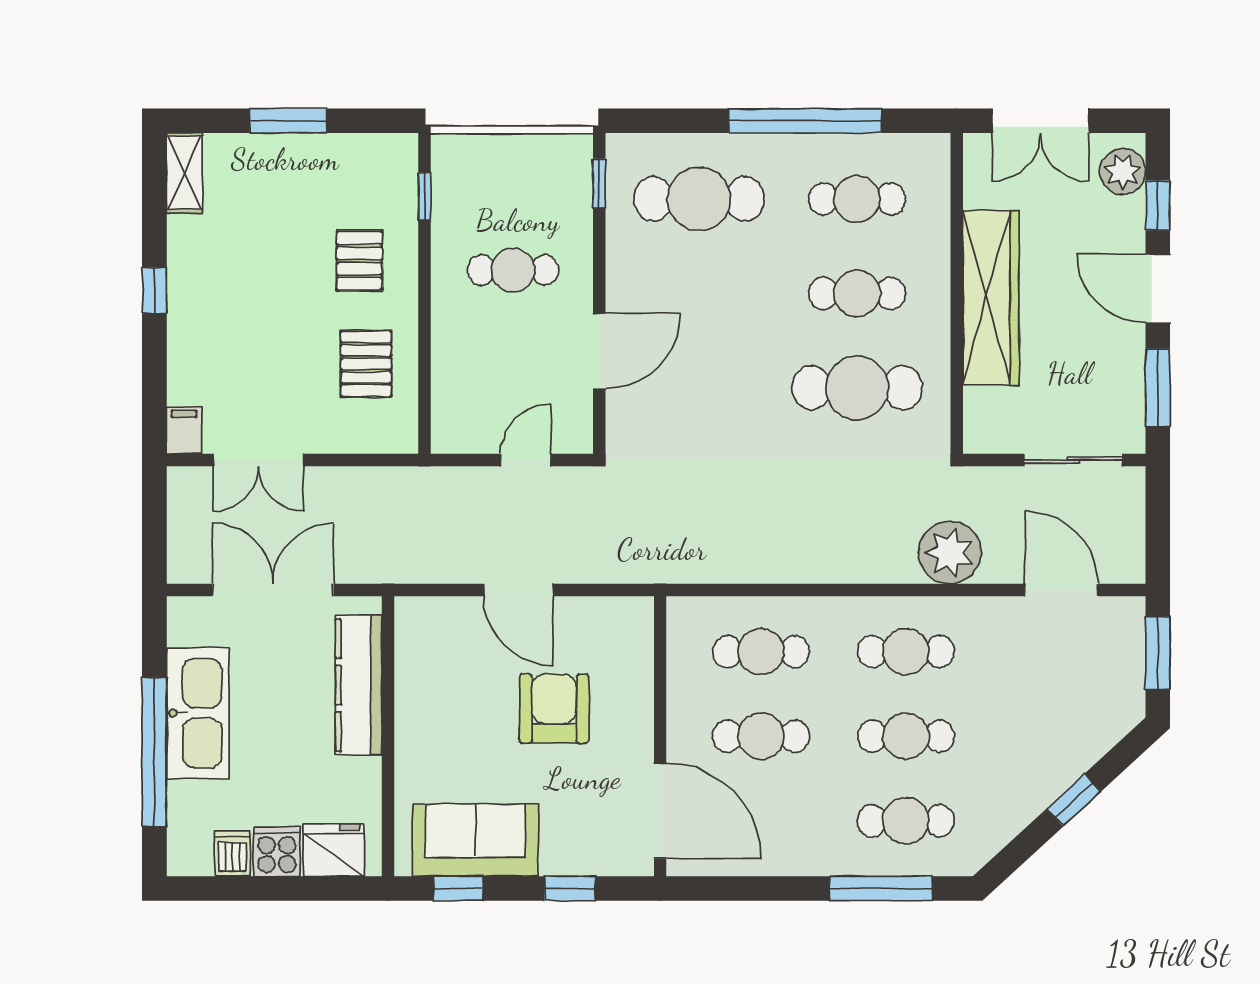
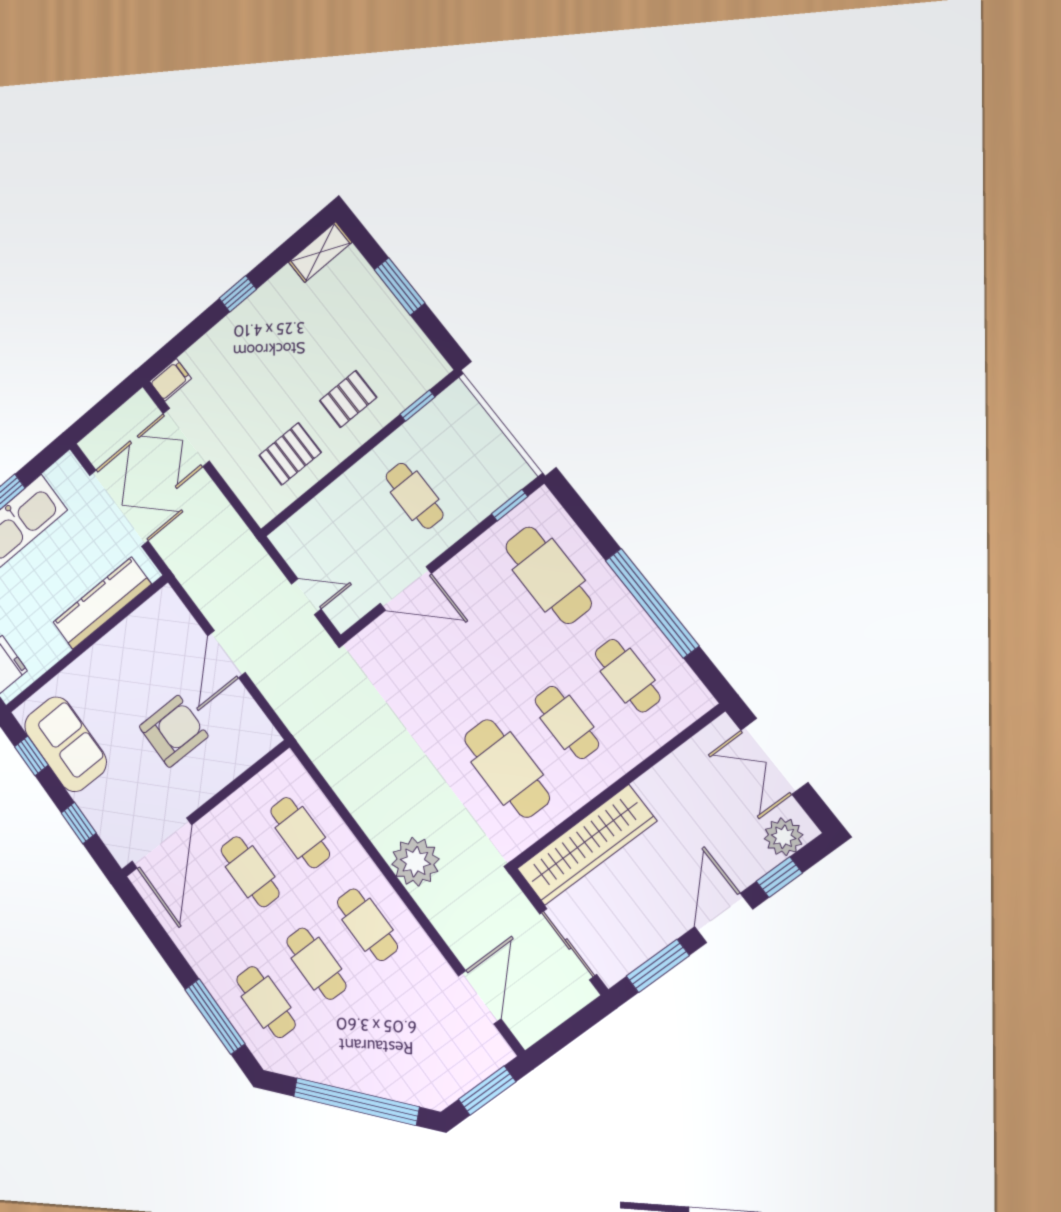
wardrobe: (991, 298) -> (587, 845), moved
plant: (950, 553) -> (415, 862), moved
window: (1074, 800) -> (356, 1102), width x3.17

